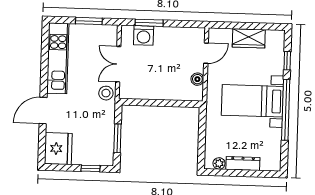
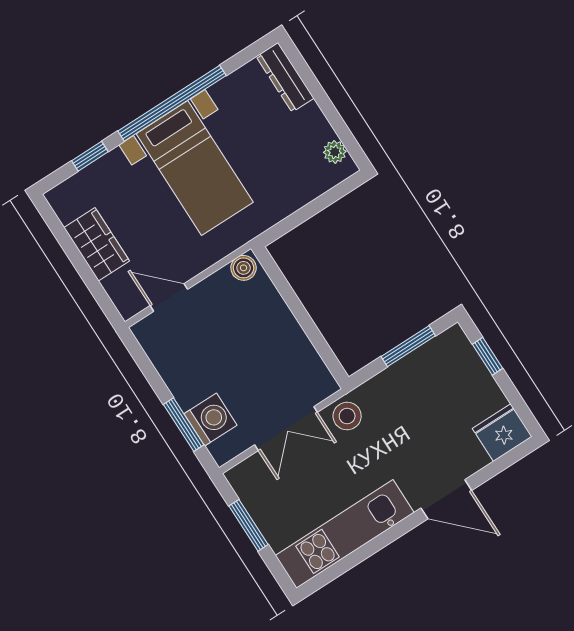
boiler: (197, 79) -> (244, 268), moved
fridge: (58, 149) -> (502, 433), width x0.73, depth x0.75
dresser: (243, 164) -> (285, 77), moved

